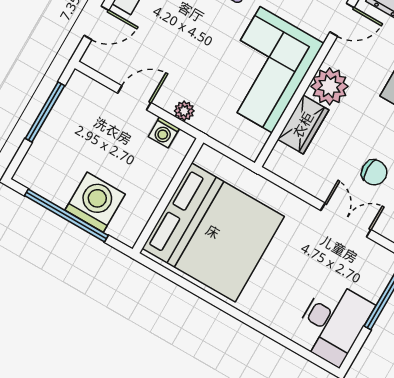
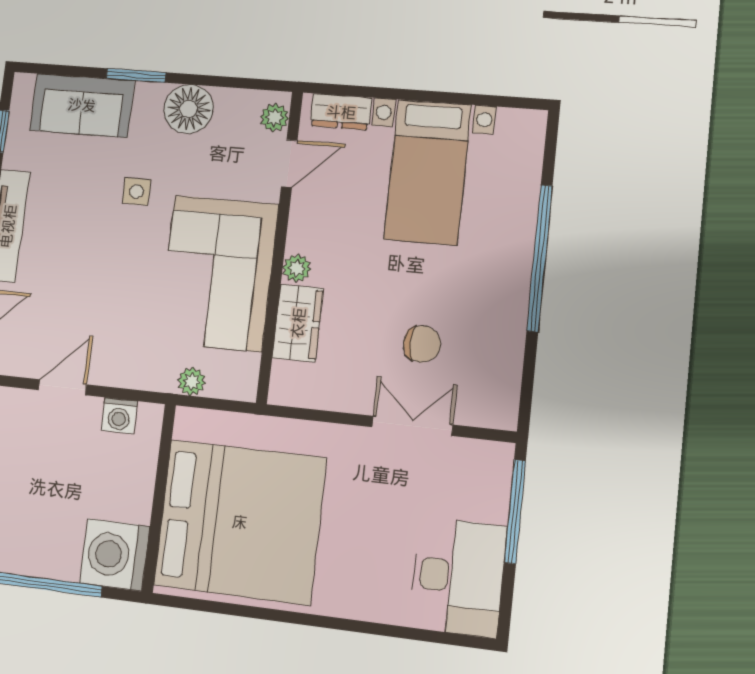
plant: (330, 86) -> (297, 268), width x0.53, depth x0.53
plant: (184, 111) -> (192, 381), moved
washing machine: (95, 202) -> (115, 555), moved, turned -90

